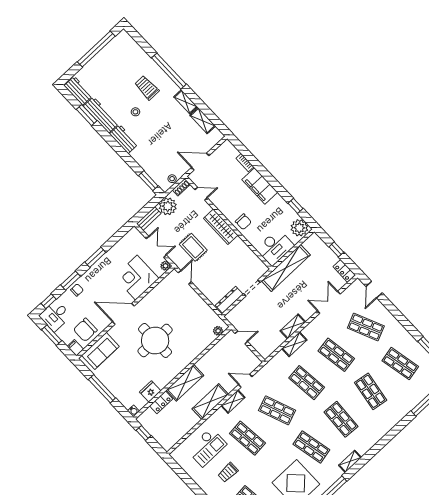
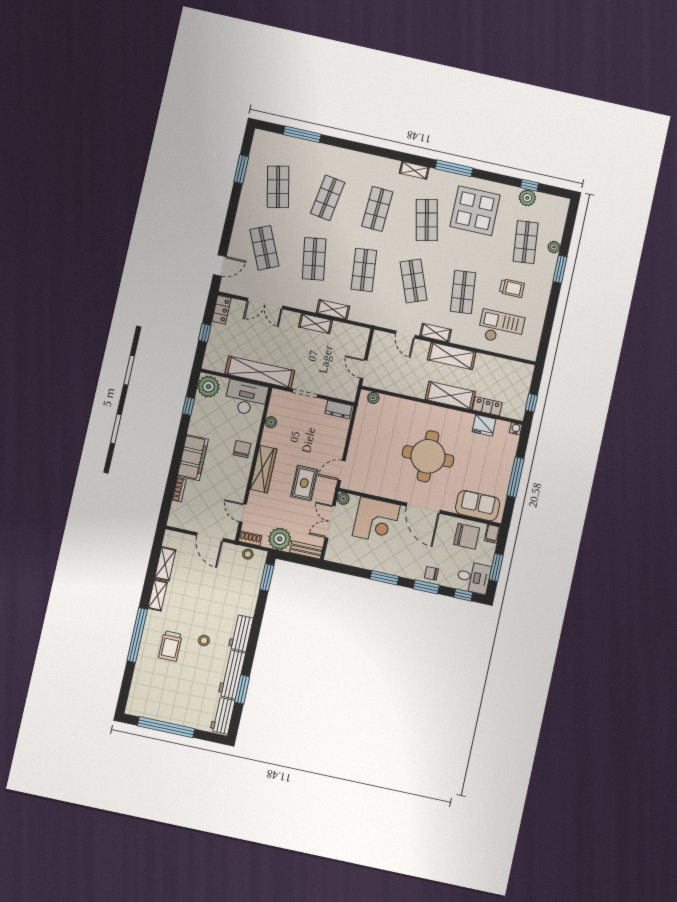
plant: (248, 253) -> (271, 422), added
dresser: (229, 300) -> (338, 410), width x0.70

